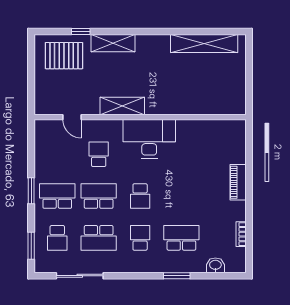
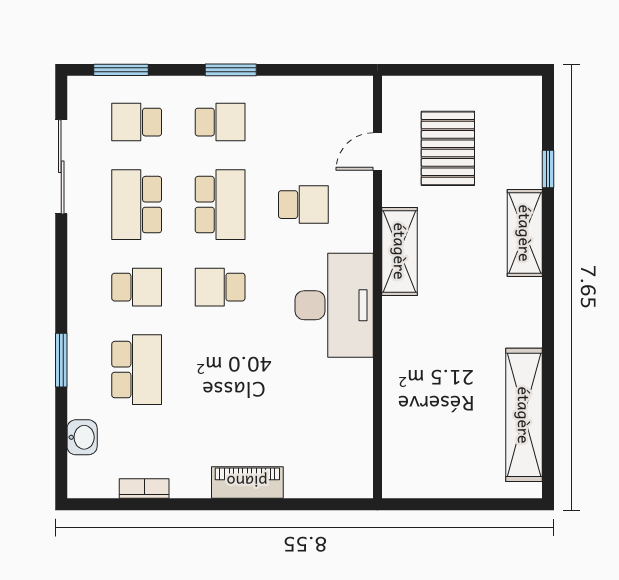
pallet: (64, 56) -> (448, 148), moved
school desk: (57, 196) -> (220, 122), width x0.54

